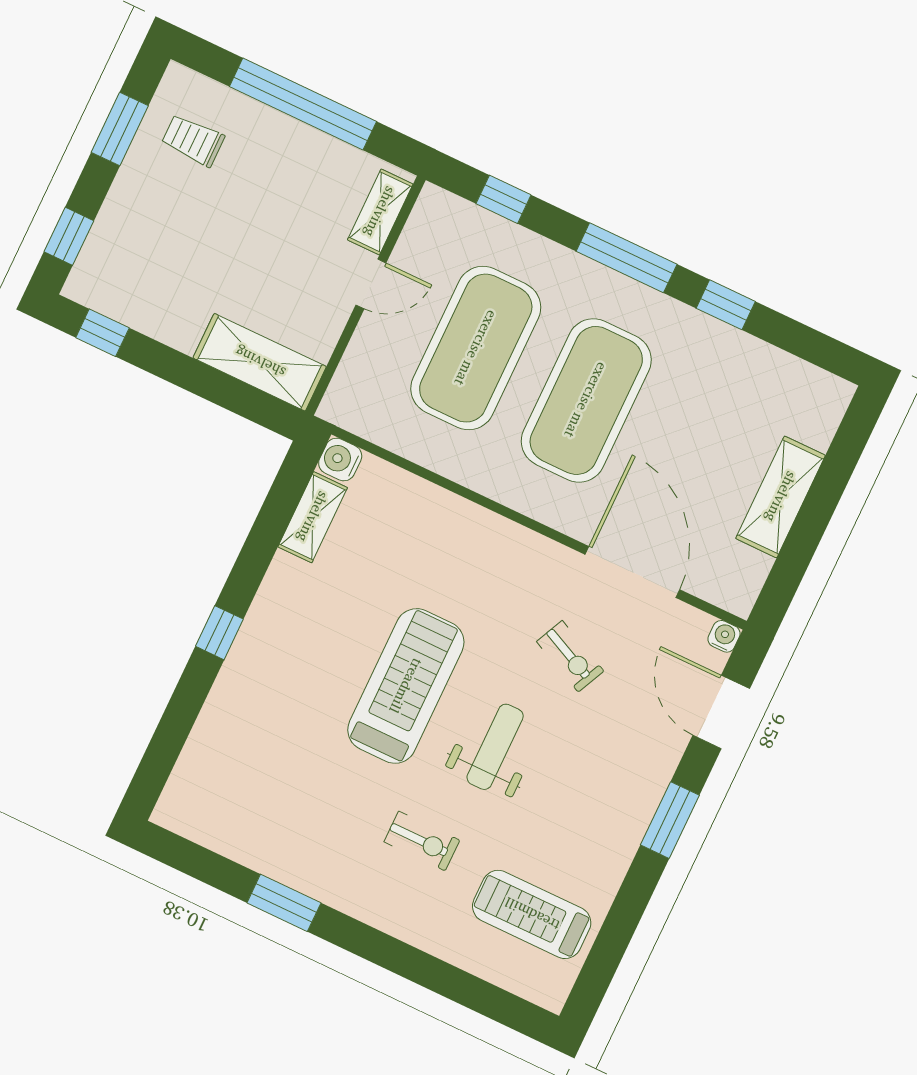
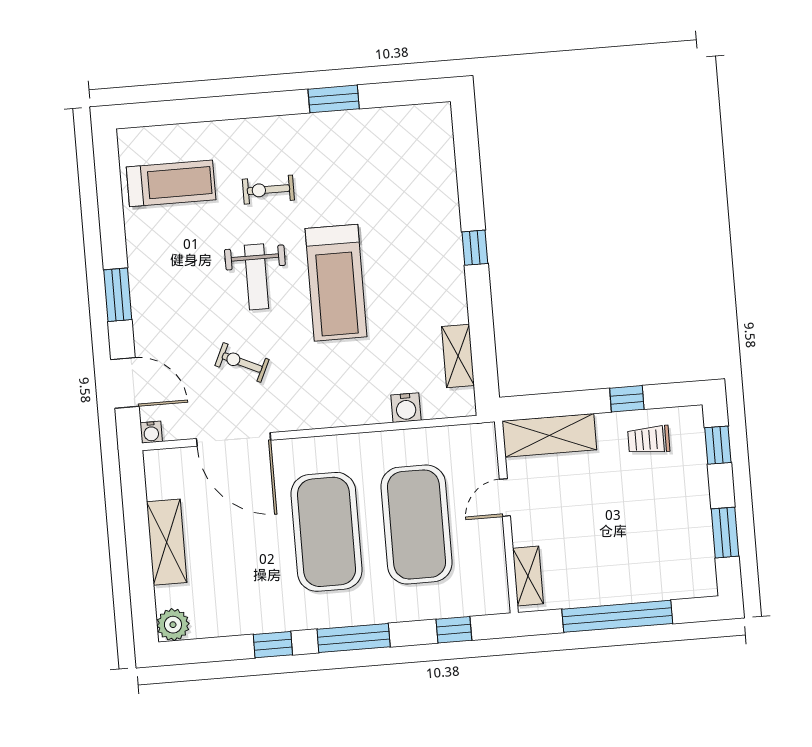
trolley: (193, 140) -> (649, 440), moved, turned 180
door: (371, 284) -> (505, 498), moved
window: (102, 333) -> (627, 399), moved
plant: (829, 396) -> (173, 625), added
water cooler: (340, 459) -> (406, 408), moved, turned 90

